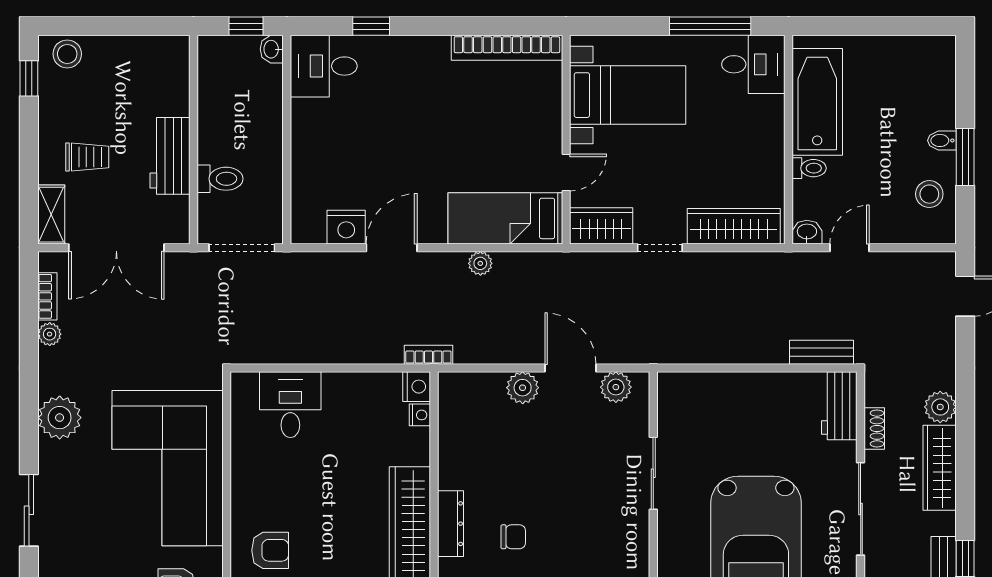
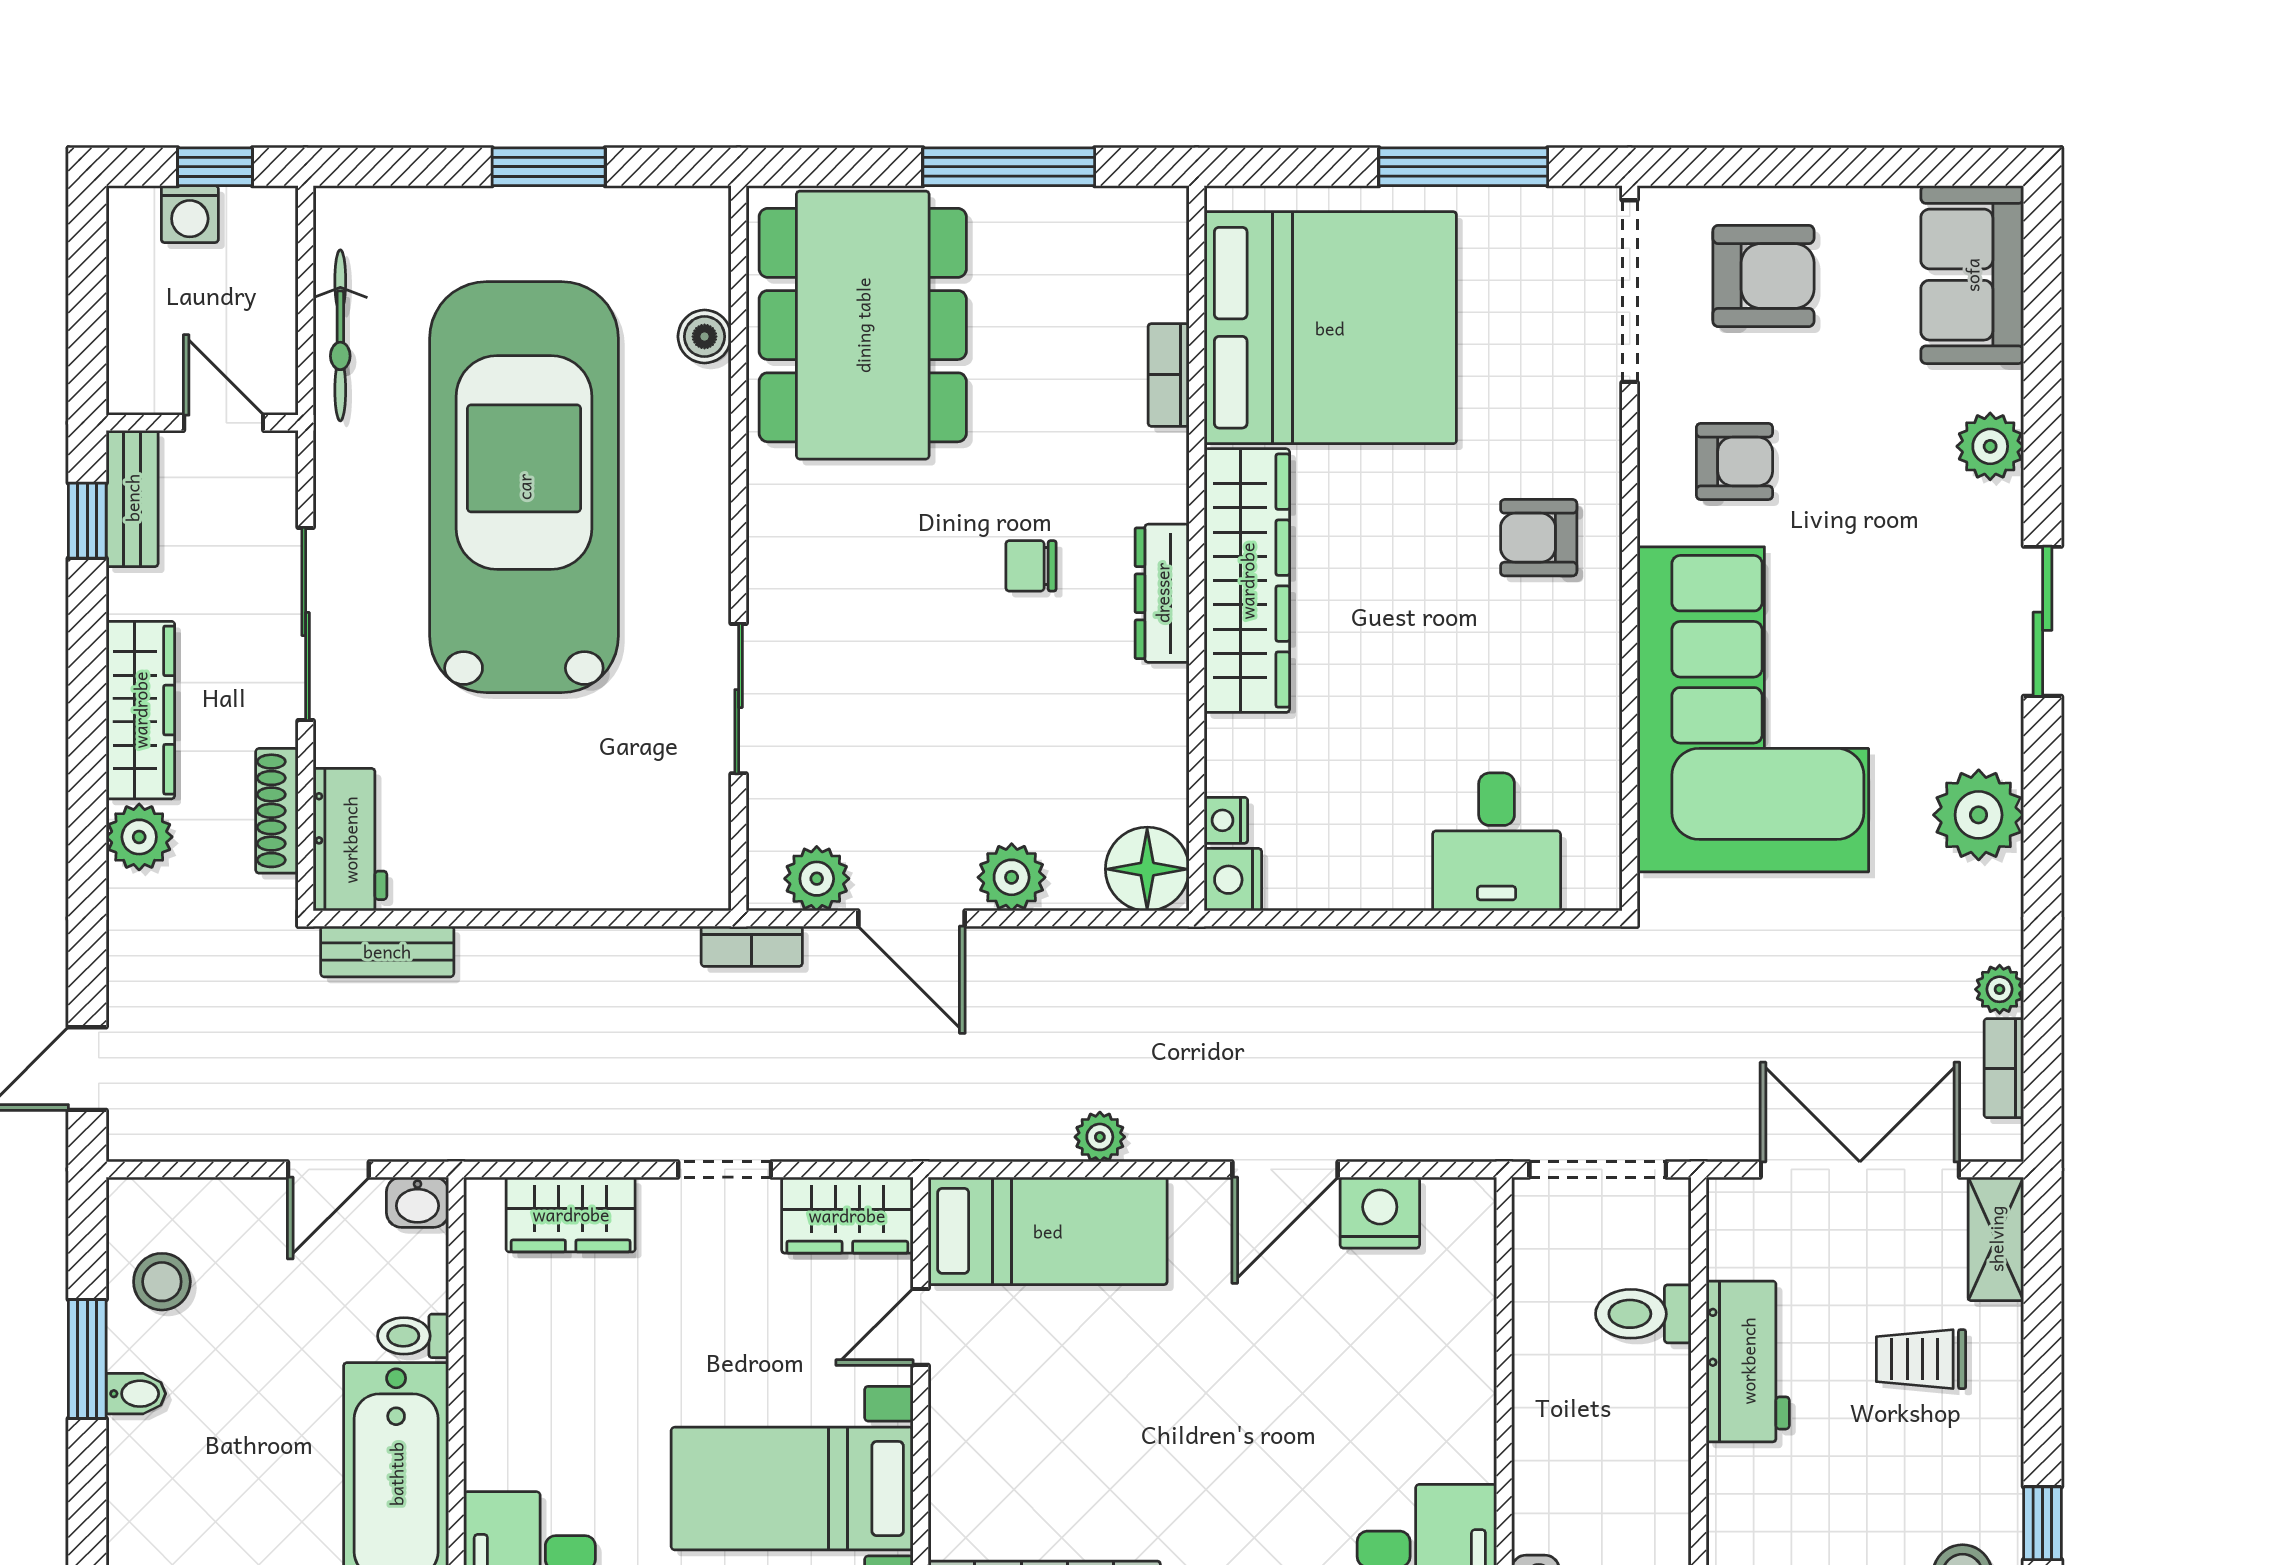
wardrobe: (734, 226) -> (571, 1214), width x0.67
bookcase: (428, 355) -> (752, 946), moved
floor lamp: (458, 392) -> (1147, 869), added
shoe rack: (874, 428) -> (277, 811), width x1.43

